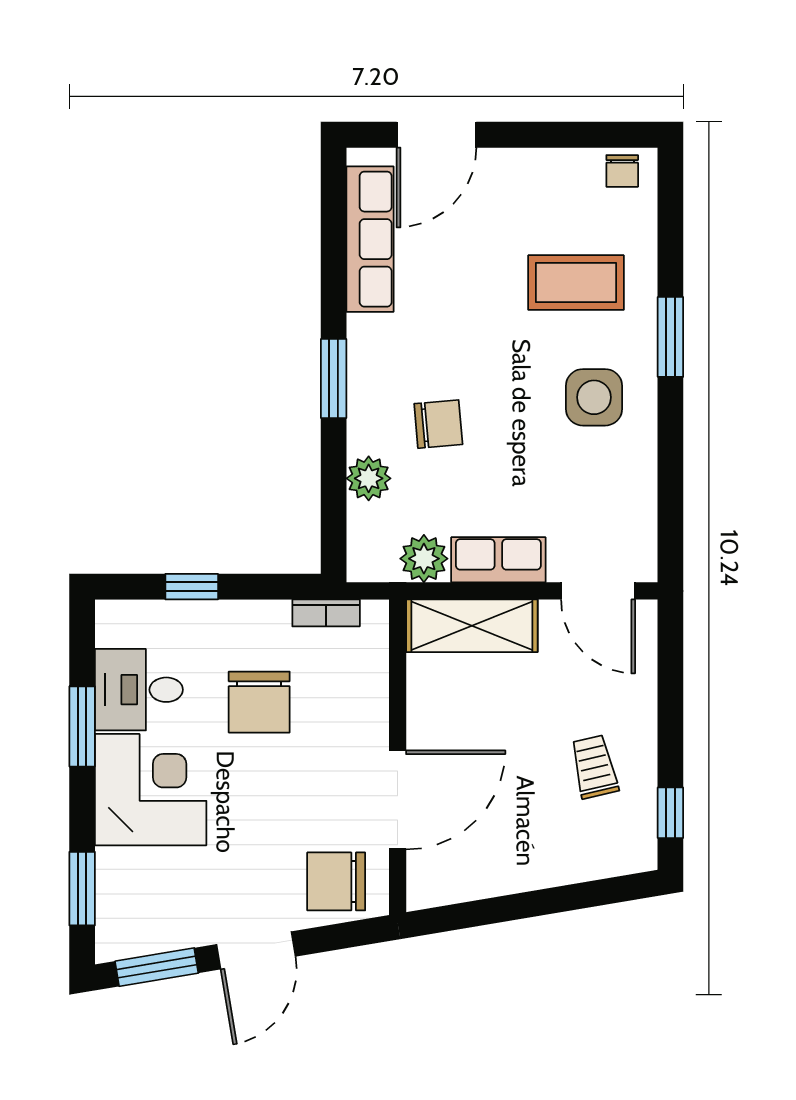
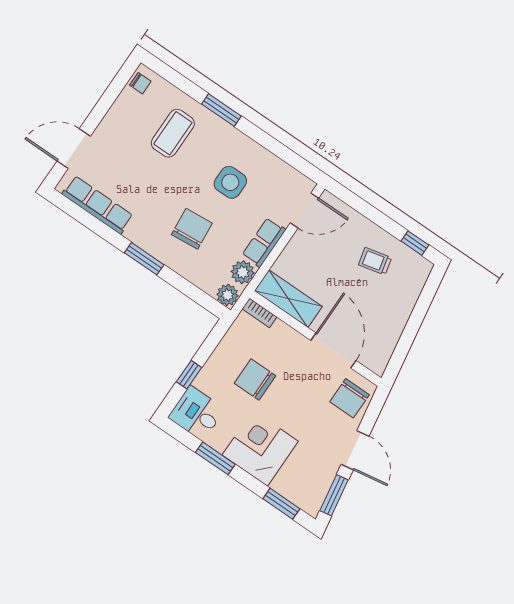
door: (437, 135) -> (74, 149), swing flipped
side table: (594, 397) -> (230, 182), moved
chair: (438, 424) -> (192, 229), width x1.37, depth x1.37
plant: (369, 478) -> (228, 295), moved
bookcase: (326, 613) -> (259, 313), moved, turned 90
shelving: (472, 626) -> (288, 299), moved, turned 90
desk: (139, 690) -> (197, 413), moved, turned 90
chair: (259, 702) -> (255, 379), turned 180

